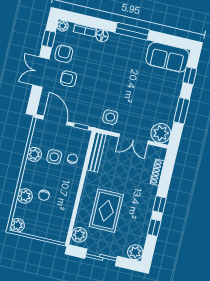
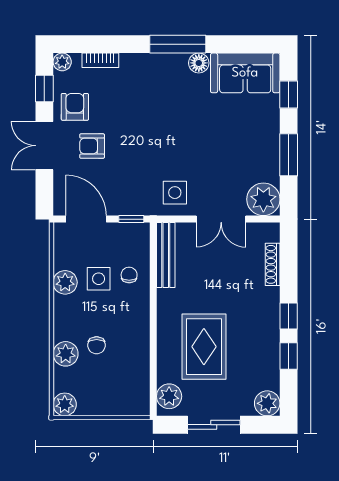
floor lamp: (102, 36) -> (199, 63), moved

